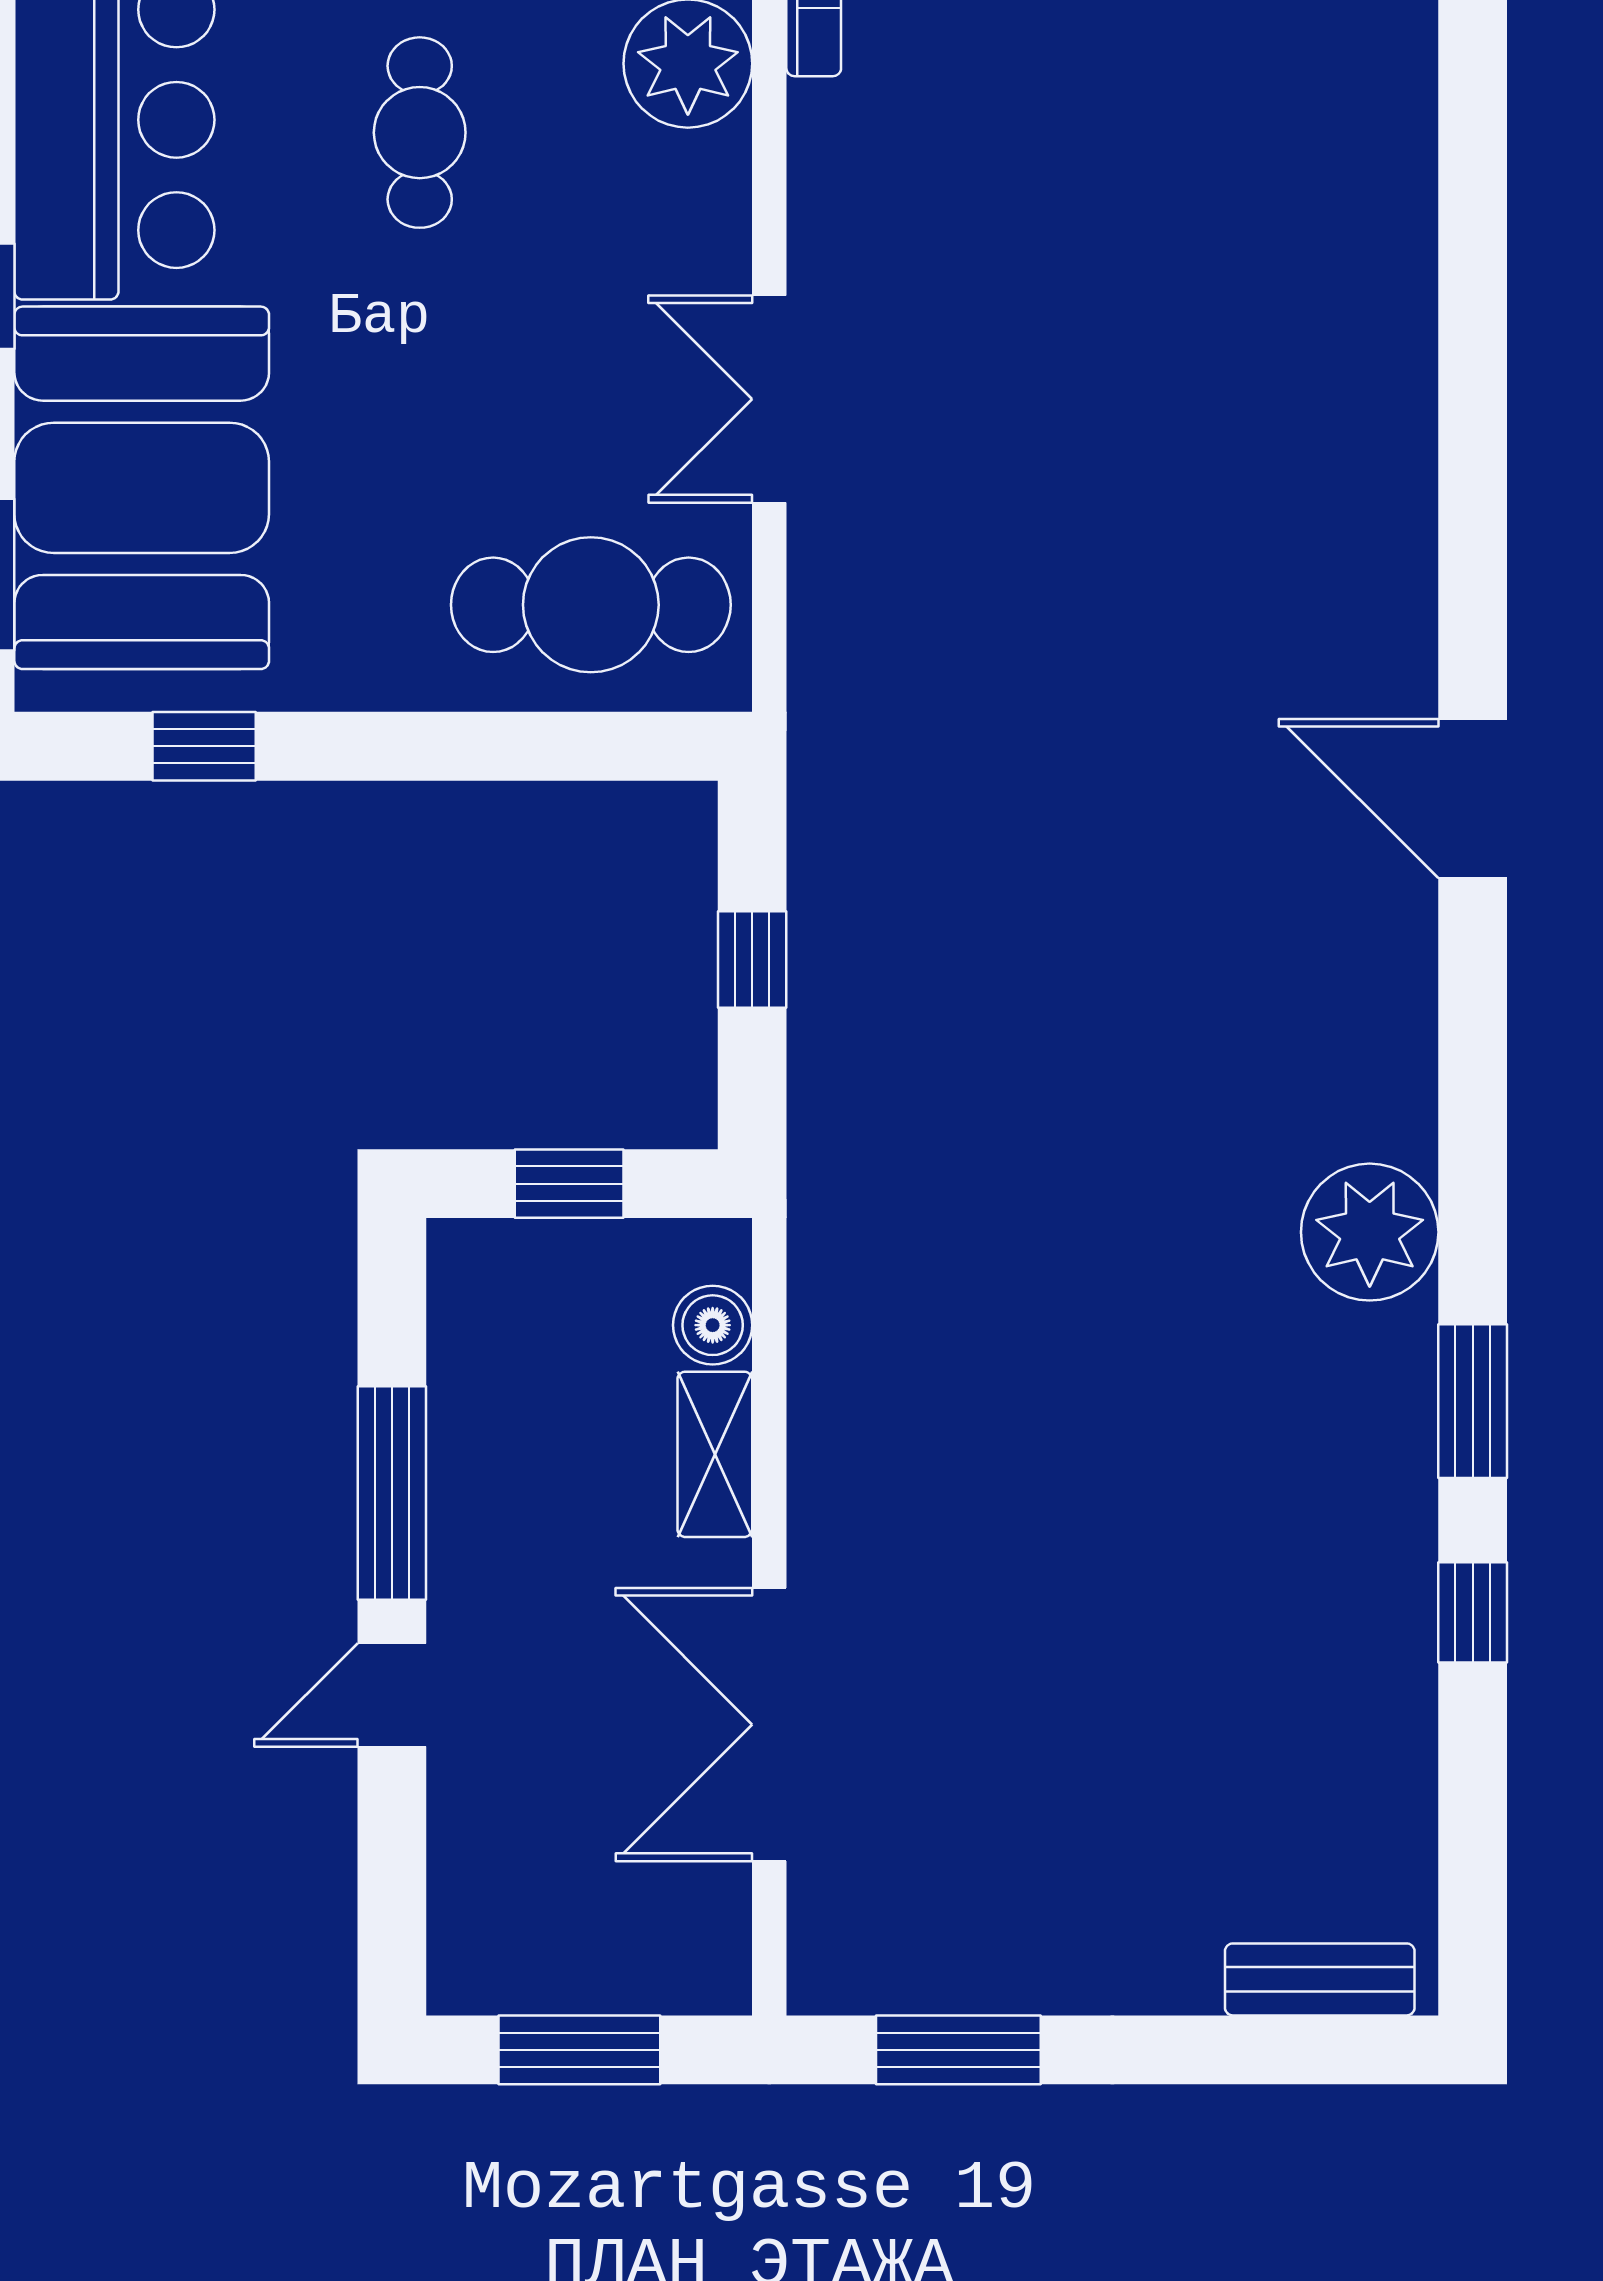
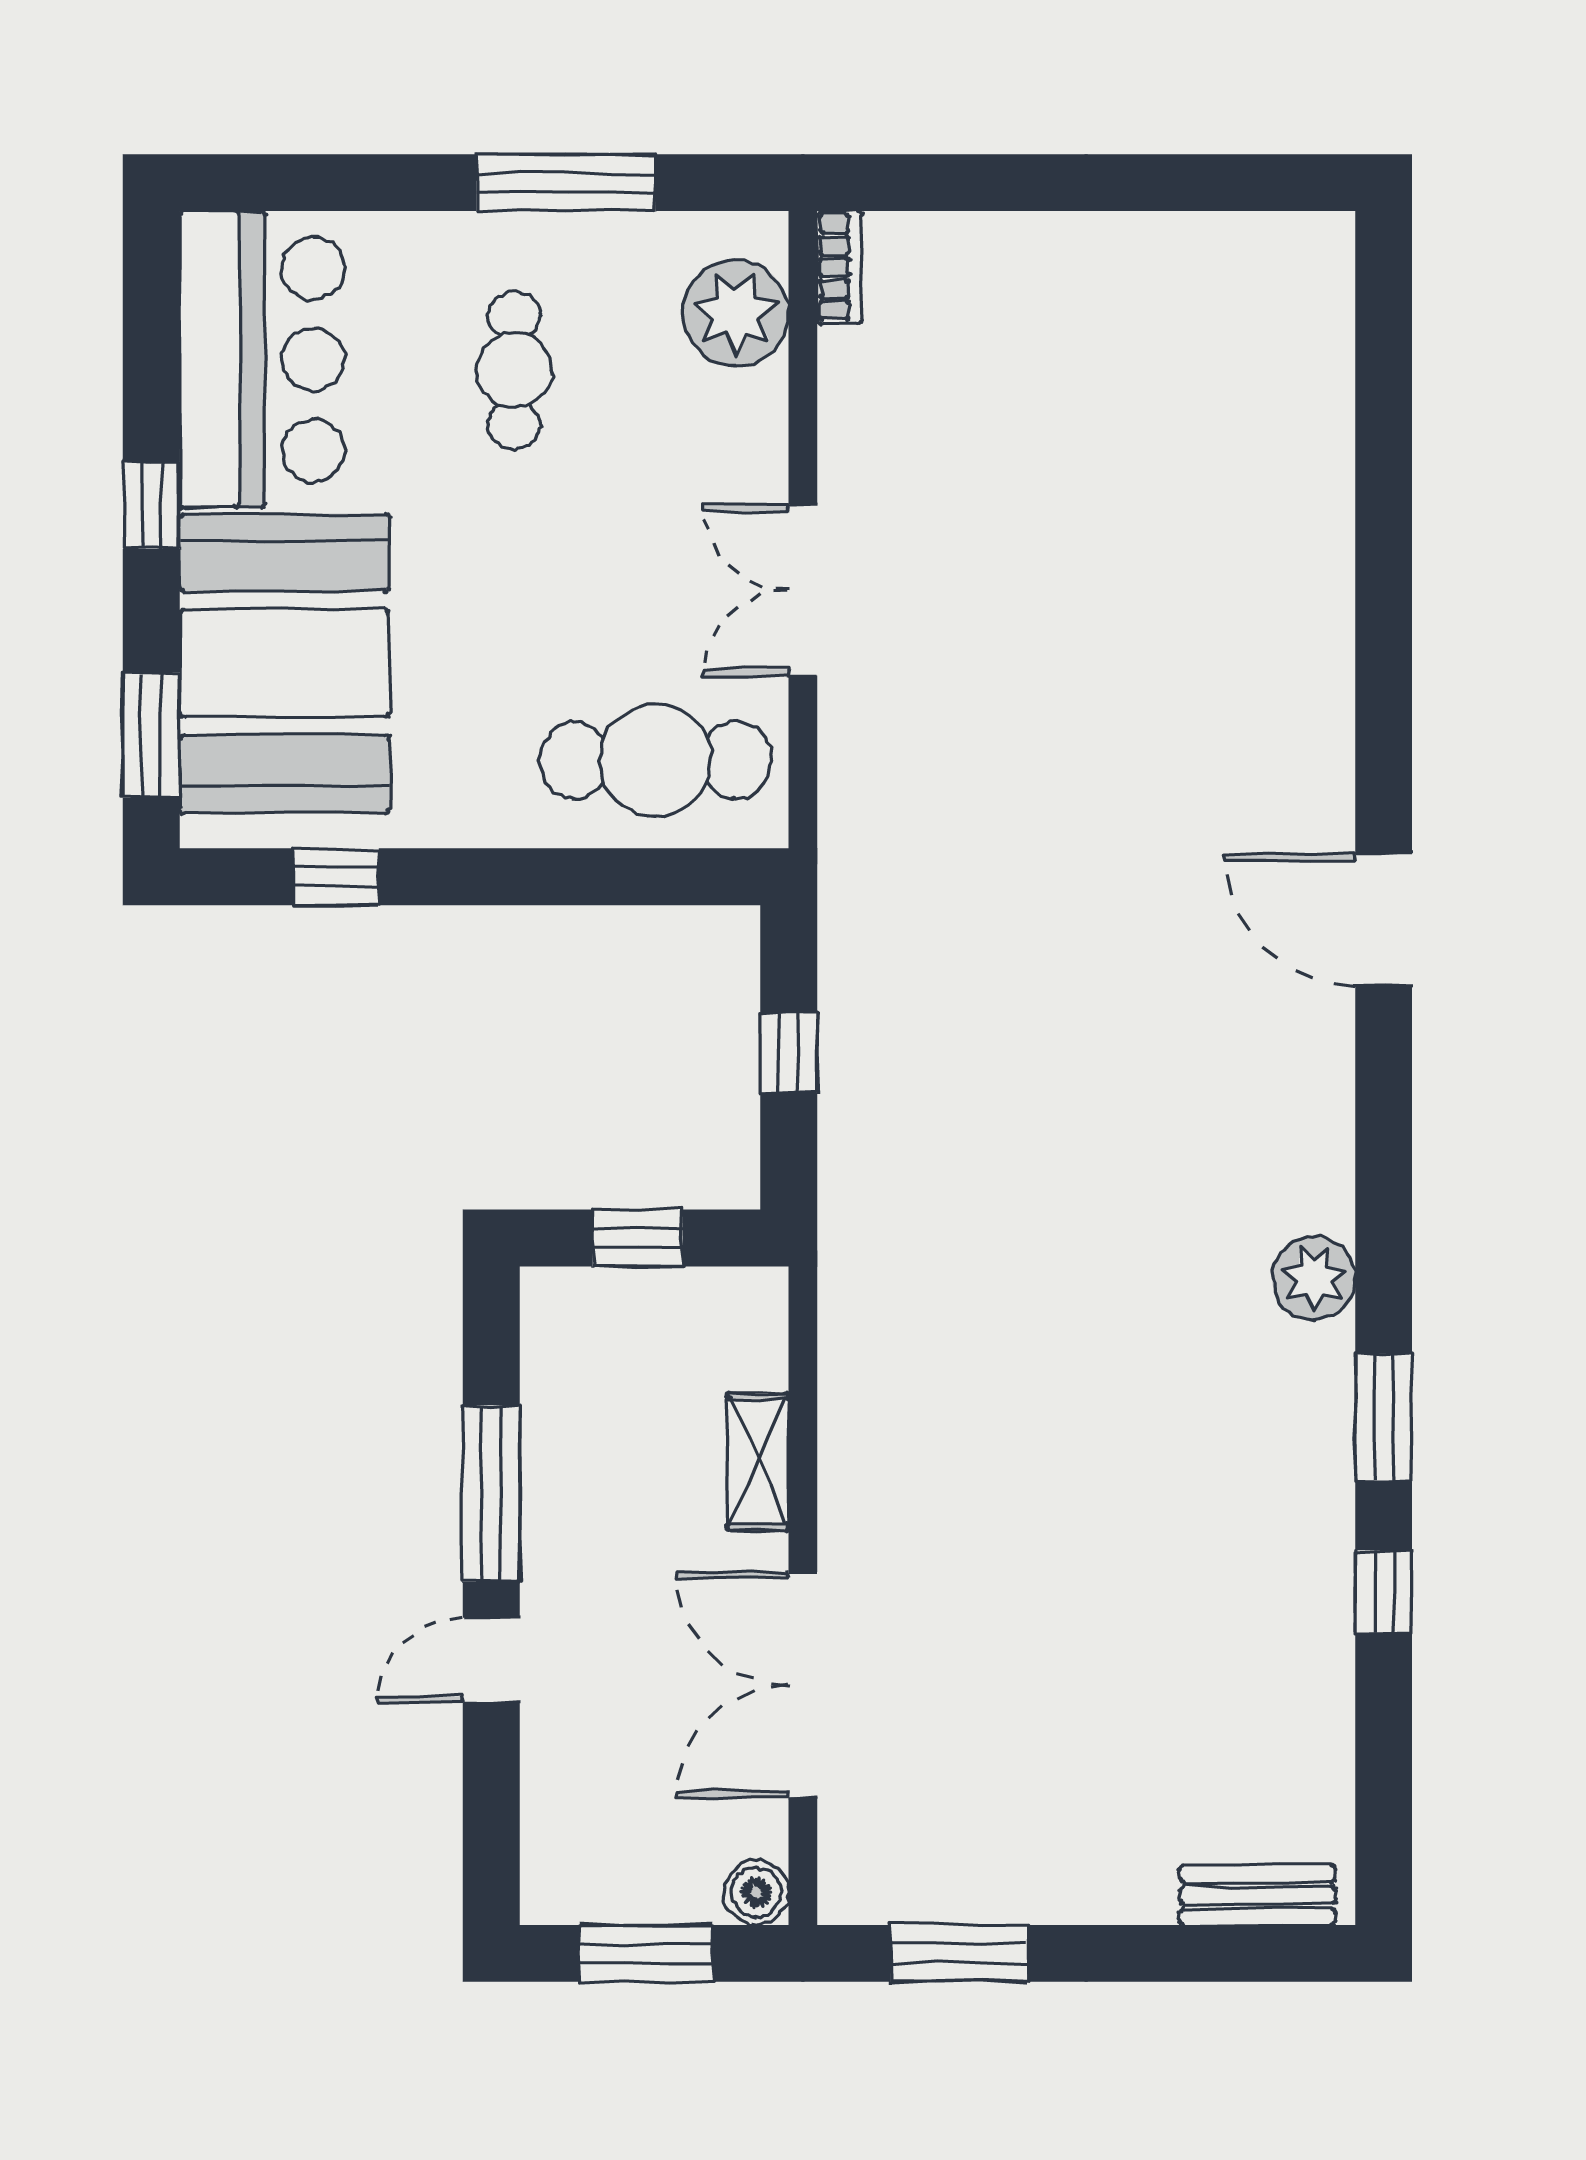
plant: (1370, 1232) -> (1314, 1278), width x0.73, depth x0.73
boiler: (713, 1325) -> (756, 1892), moved

